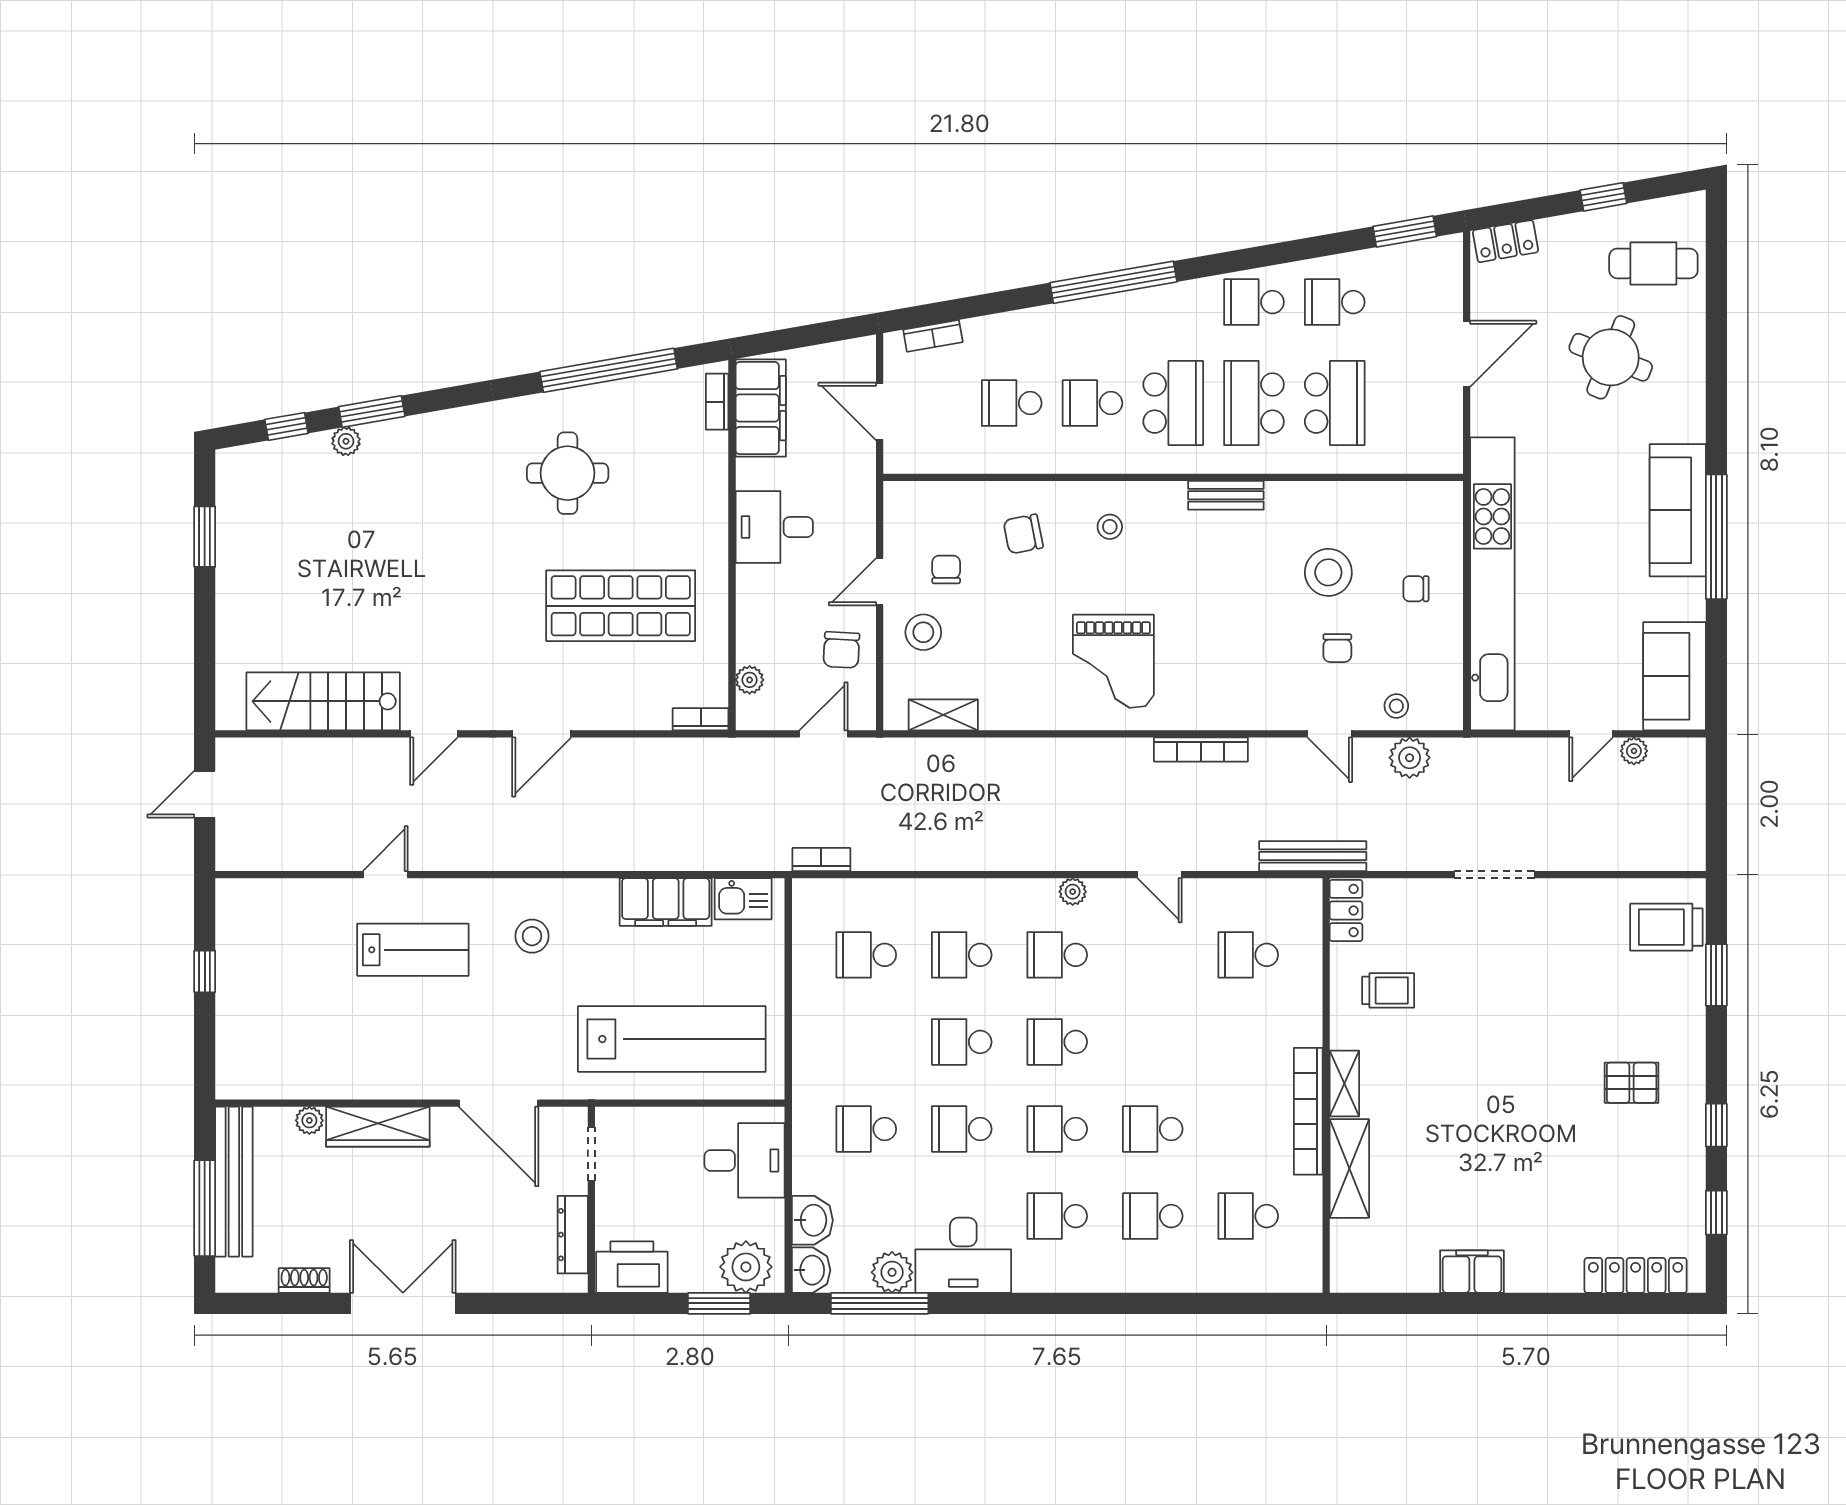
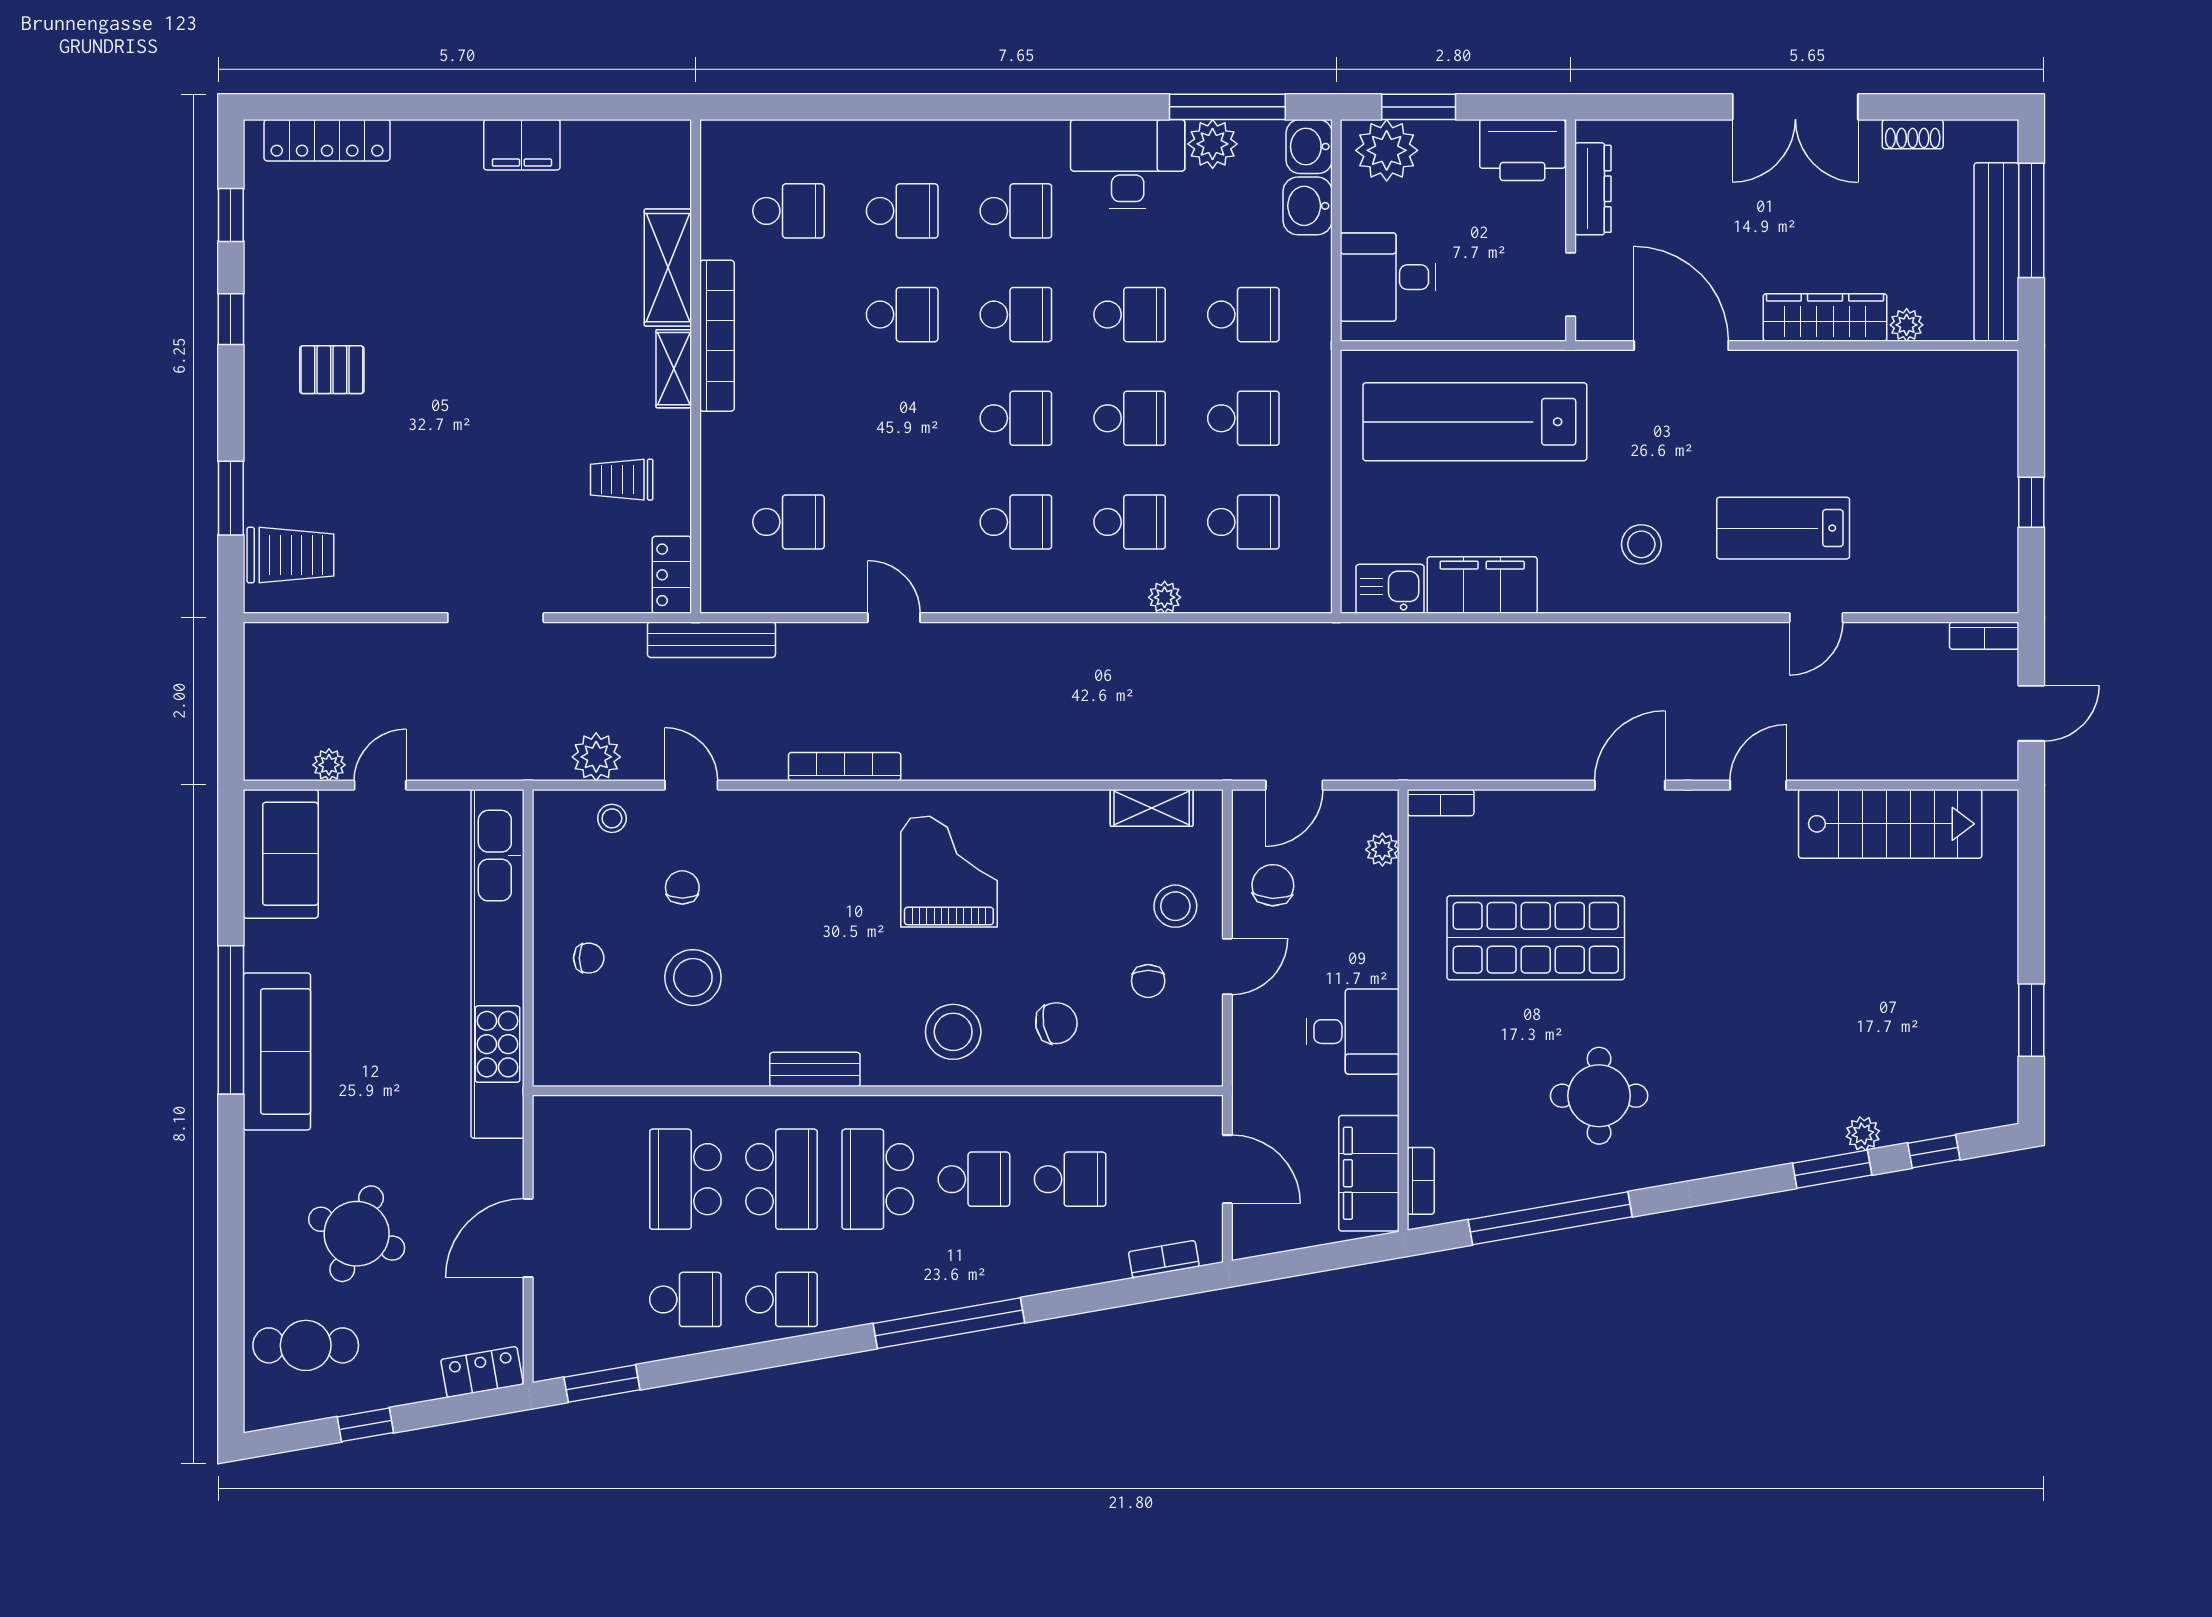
stool: (1110, 527) -> (953, 1032), width x1.89, depth x1.89
bookcase: (821, 859) -> (1984, 636), moved
plant: (1073, 892) -> (1165, 597), moved
school desk: (866, 1042) -> (1243, 418), added

